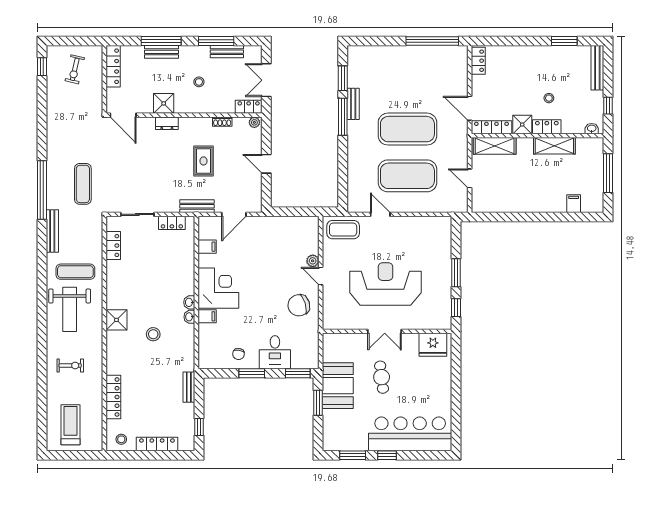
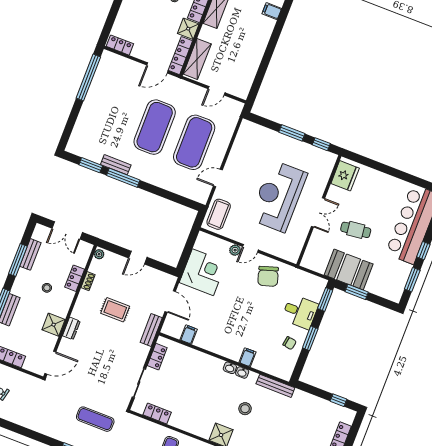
locker: (249, 107) -> (75, 278), moved
corner desk: (218, 288) -> (203, 272), moved, turned 90
bench: (189, 387) -> (275, 386), moved, width x1.36

